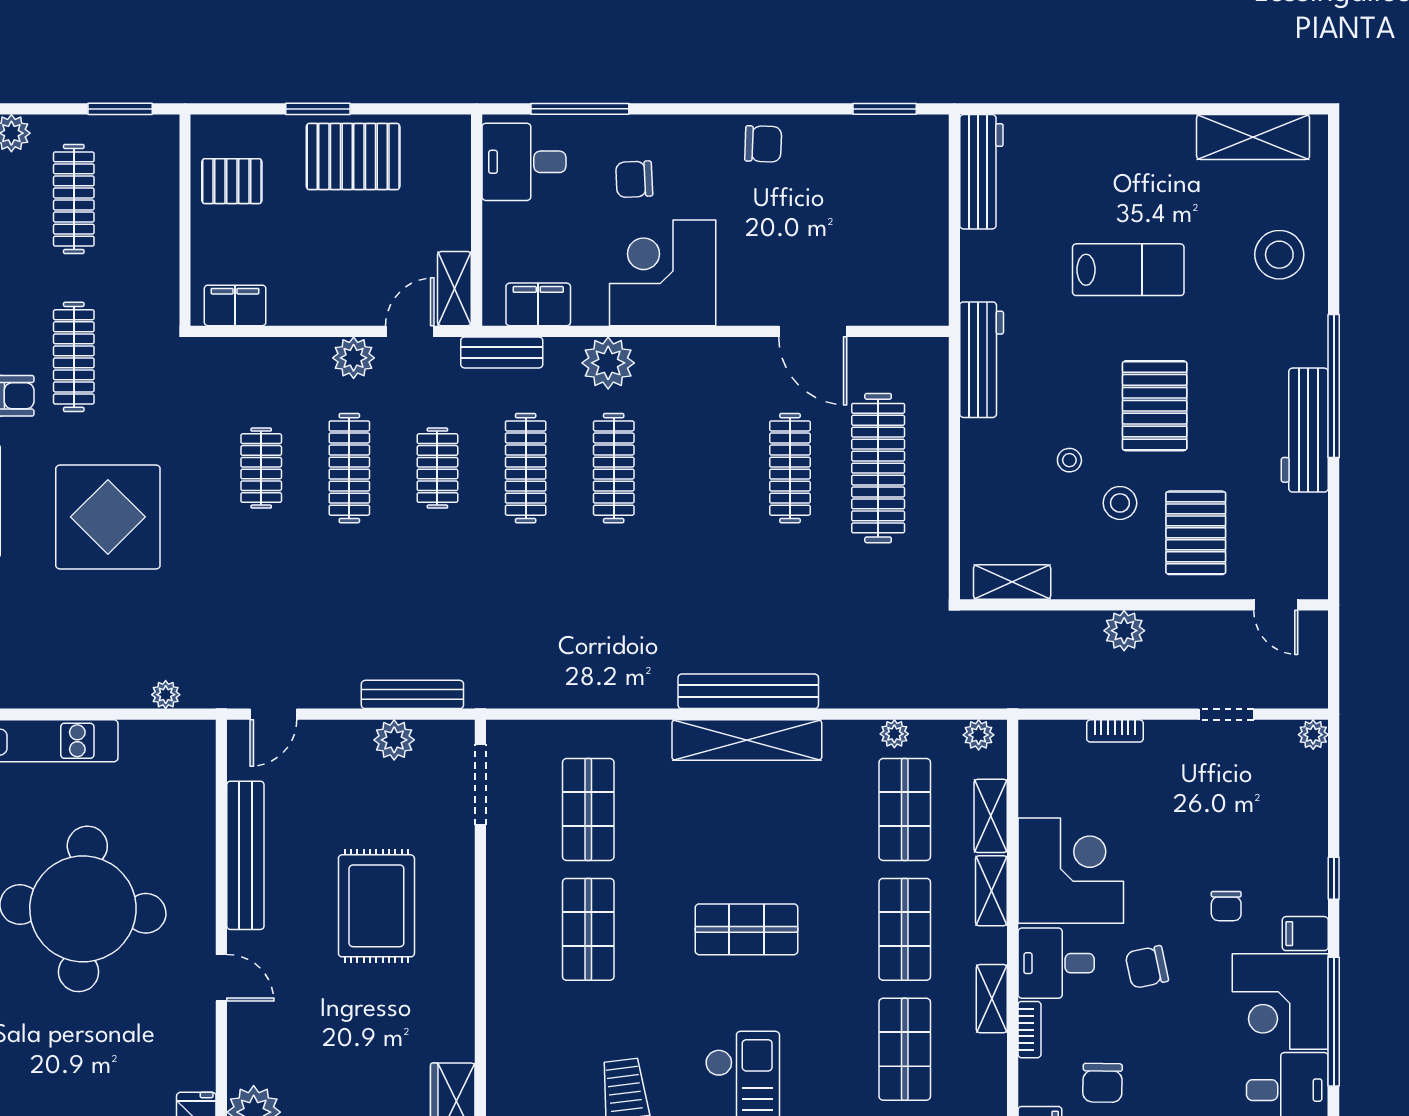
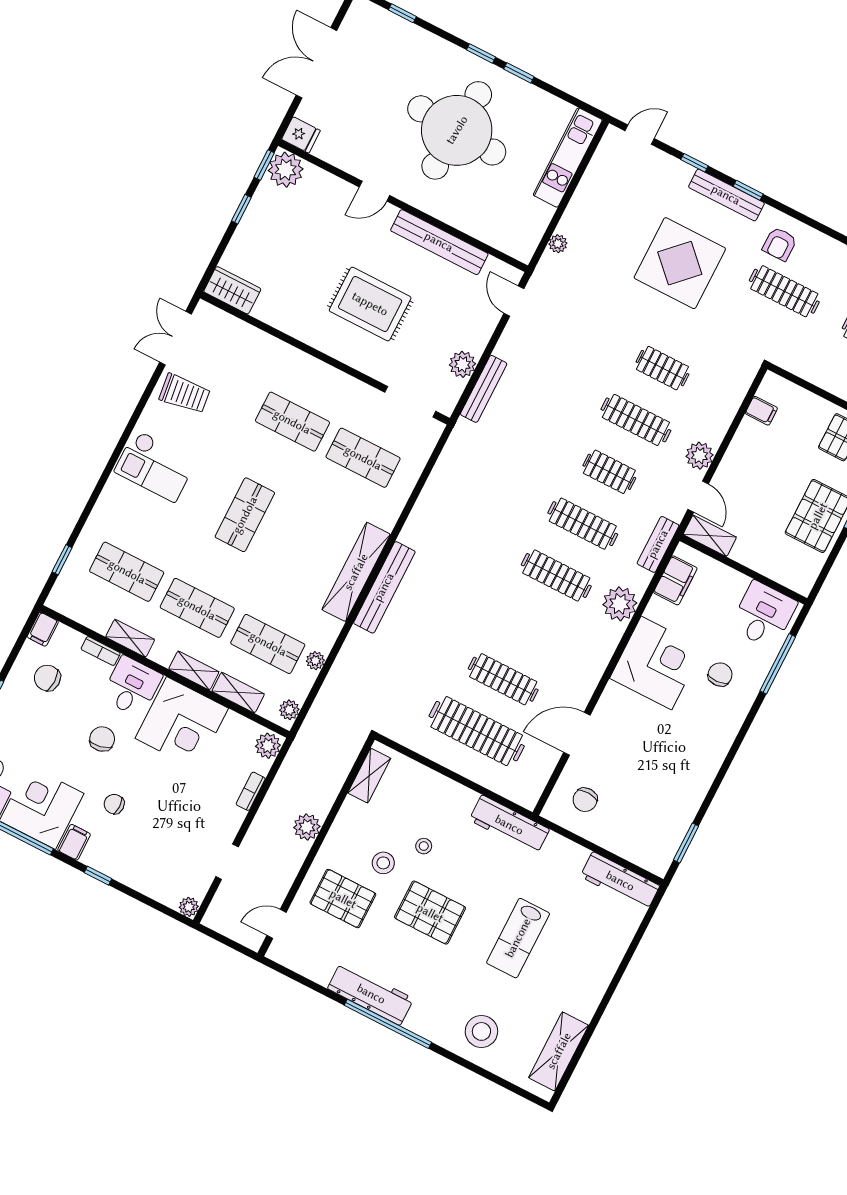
chair: (763, 144) -> (585, 800), moved
filing cabinet: (235, 305) -> (761, 411), width x0.50
plant: (1042, 739) -> (268, 746), added

